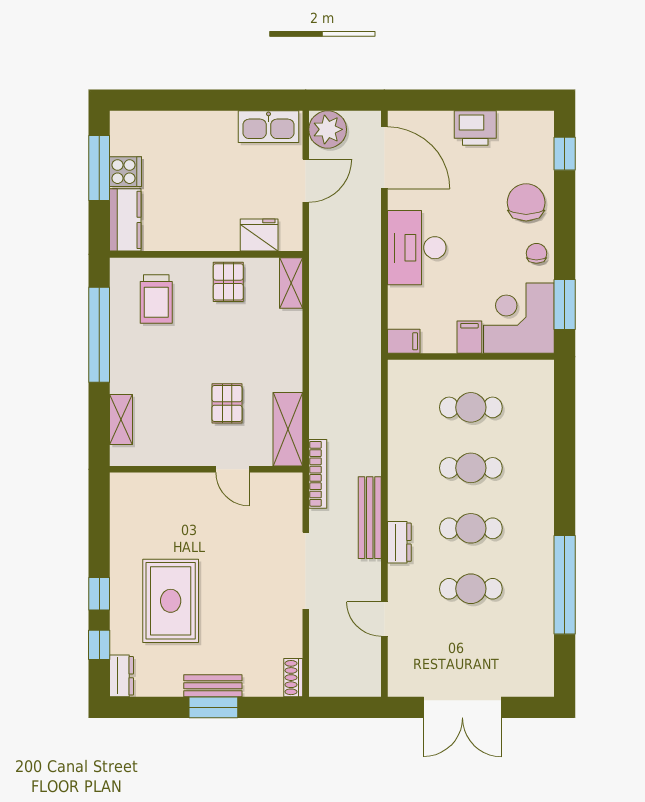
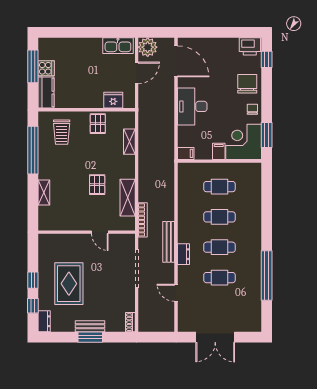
printer: (475, 128) -> (250, 46), moved
shelving: (291, 283) -> (129, 142), moved
wall: (206, 469) -> (87, 232), moved
door: (232, 469) -> (100, 232), moved

